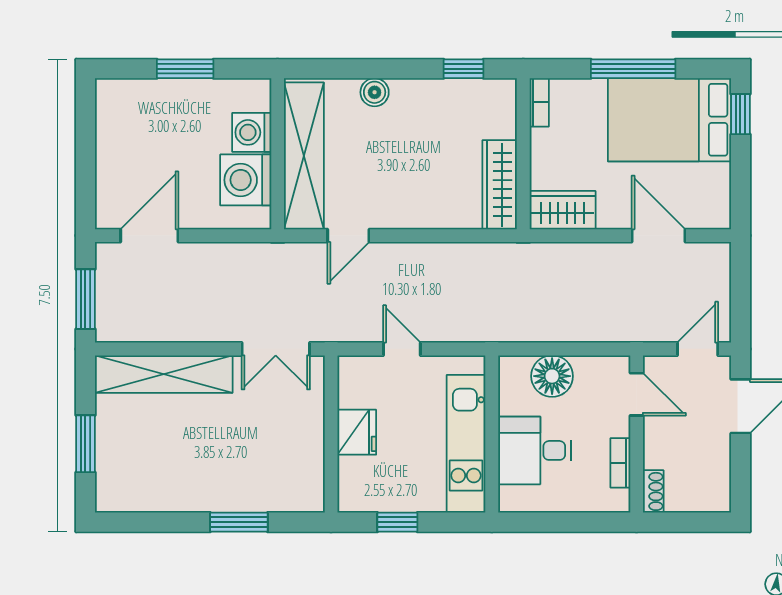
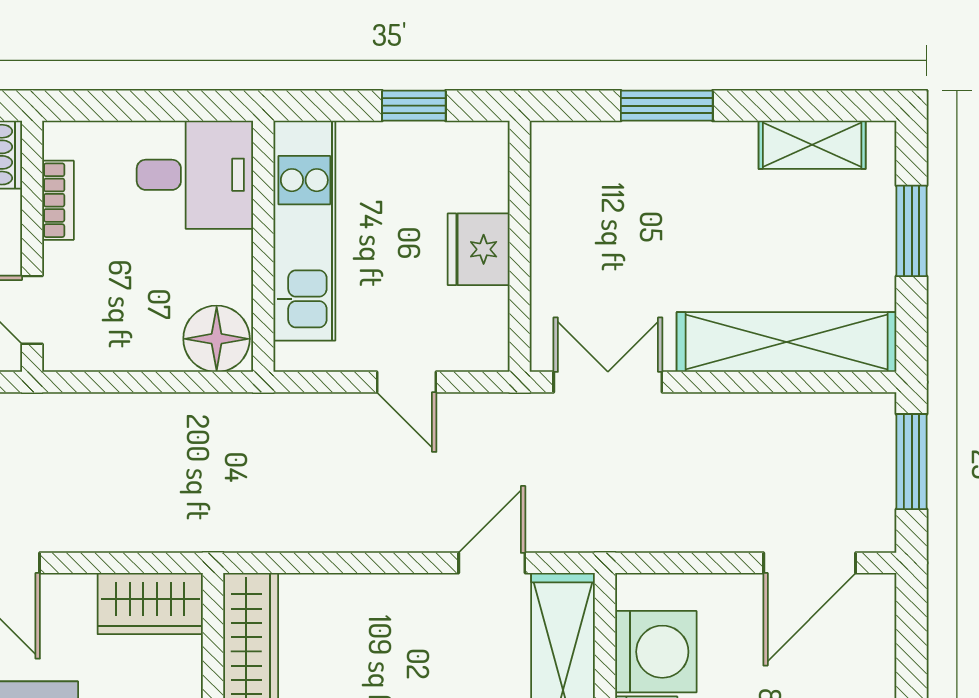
floor lamp: (552, 376) -> (217, 339), moved
desk: (535, 450) -> (195, 175), moved
shelving: (148, 498) -> (812, 145), added

